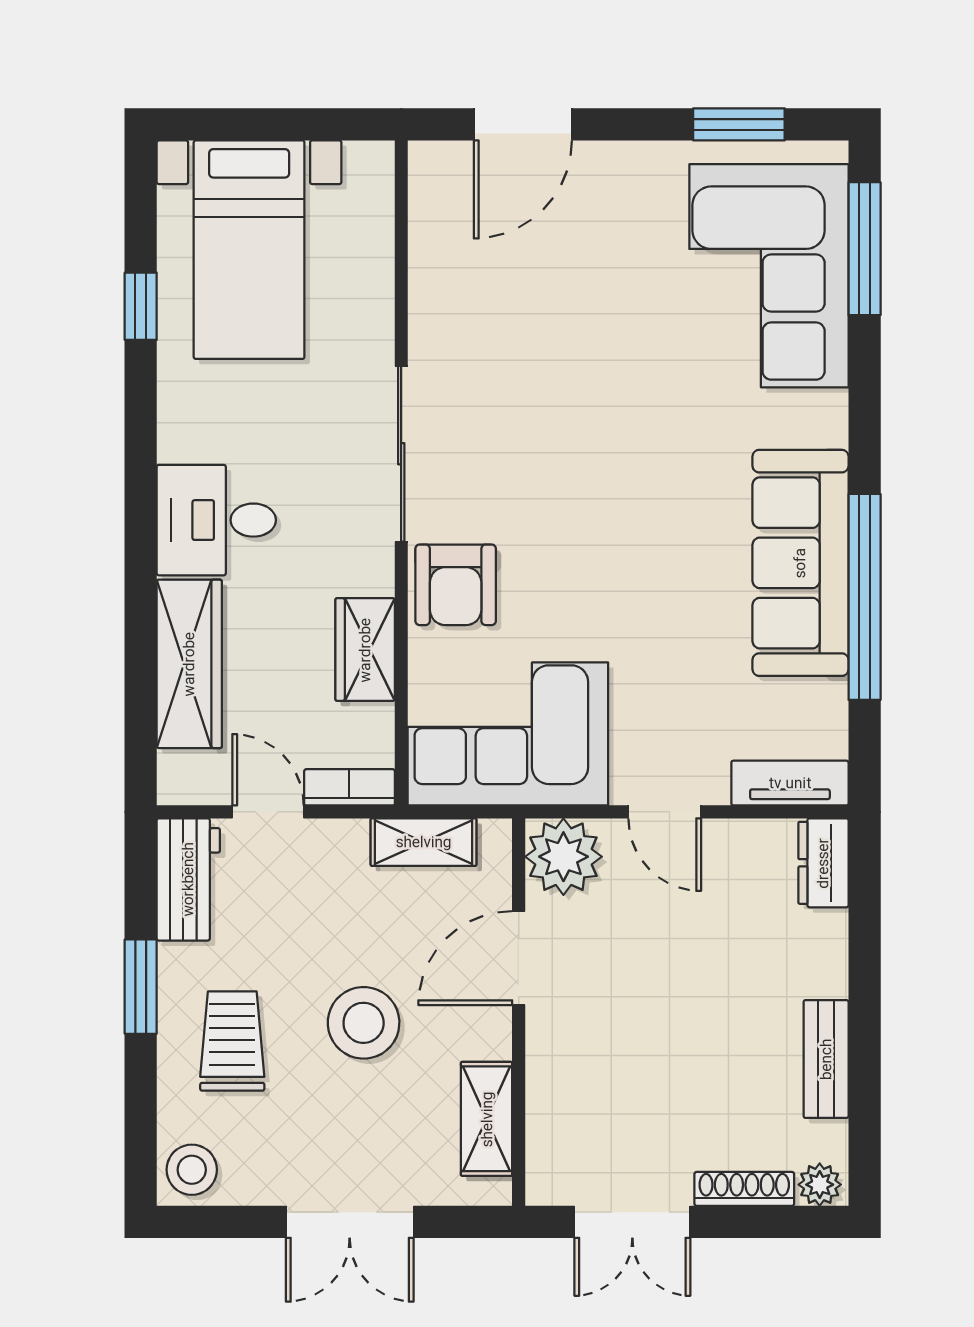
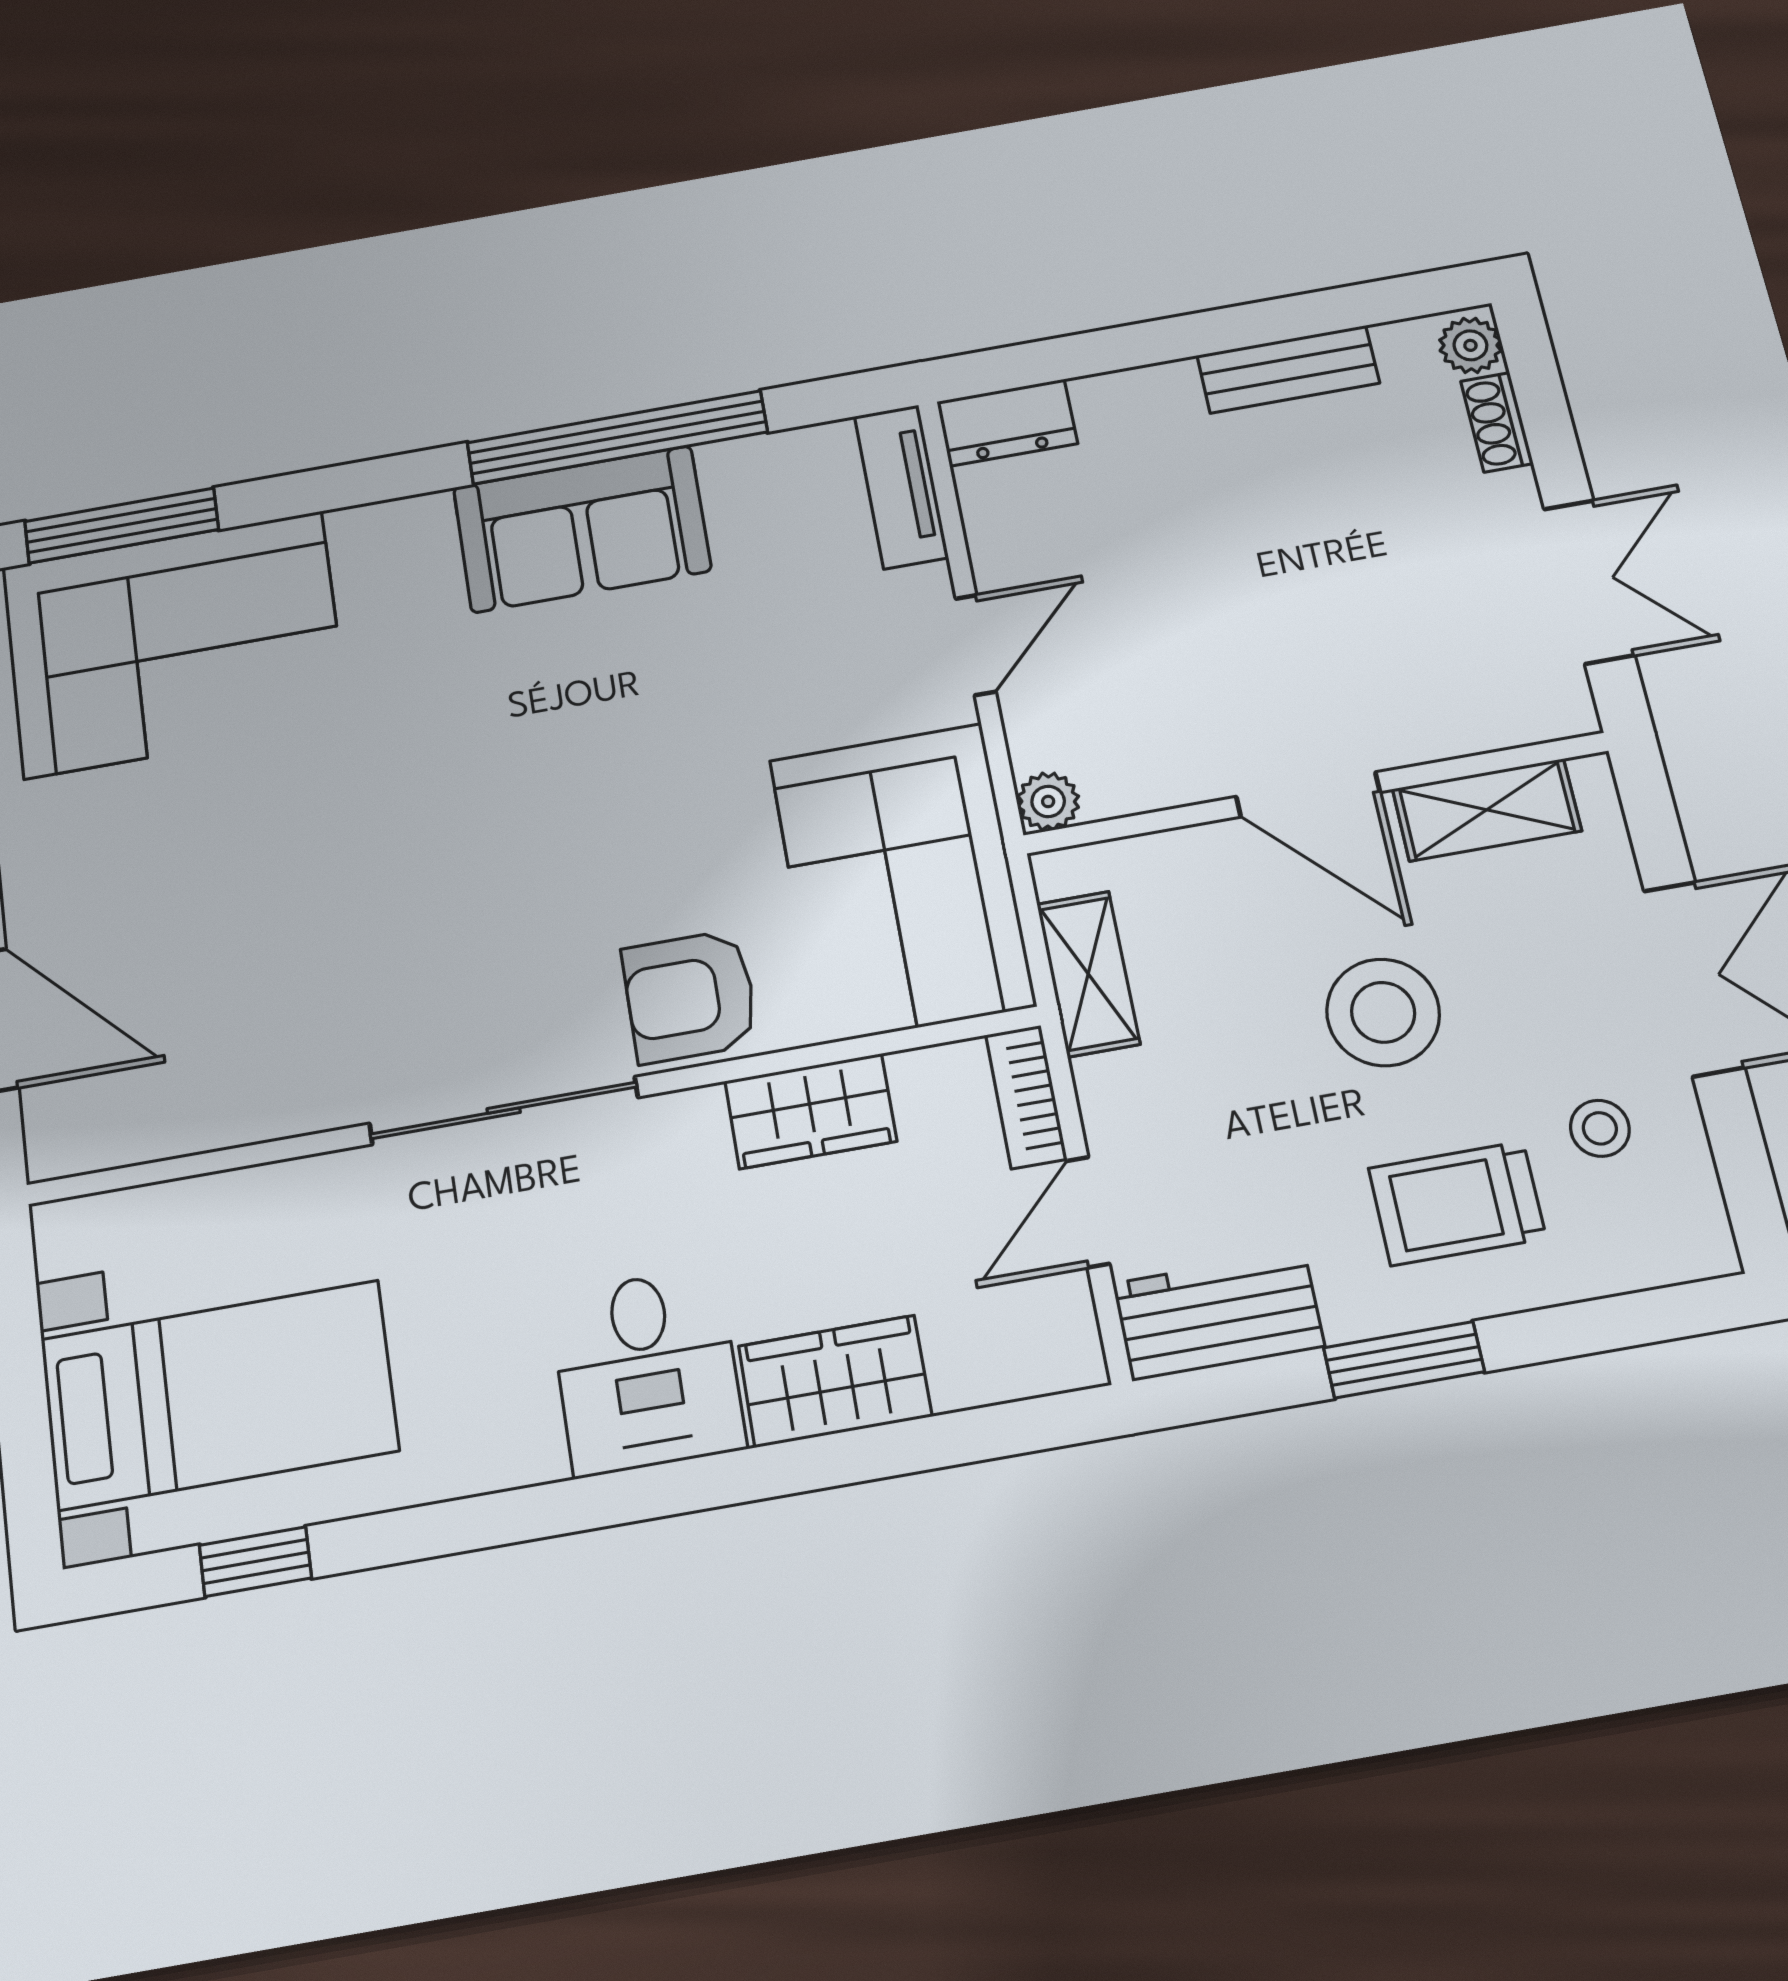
window: (141, 306) -> (255, 1562), moved
sofa: (800, 563) -> (582, 529), width x0.73
armchair: (456, 585) -> (690, 996), turned 180
wardrobe: (189, 664) -> (835, 1381), width x0.67
plant: (563, 857) -> (1048, 801), width x0.53, depth x0.53
door: (519, 958) -> (1308, 794), moved
stool: (192, 1170) -> (1600, 1128), moved, width x0.73, depth x0.73
shoe rack: (744, 1189) -> (1497, 422), width x0.70

